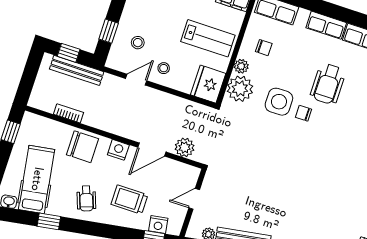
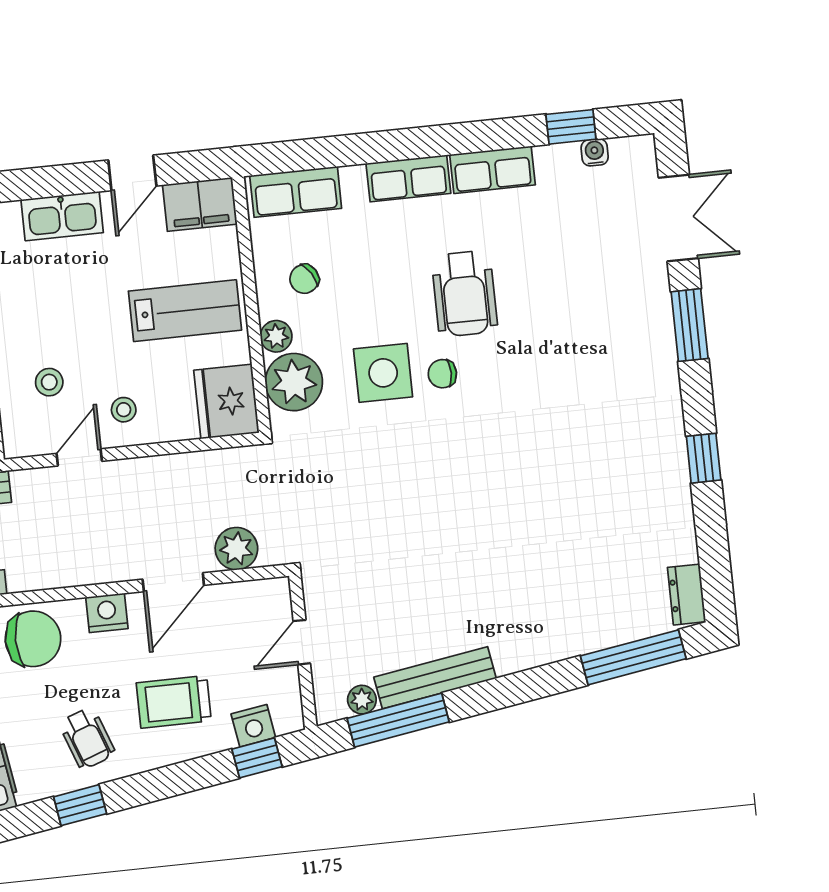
chair: (264, 48) -> (304, 279), turned 148
window: (49, 221) -> (80, 805), moved

